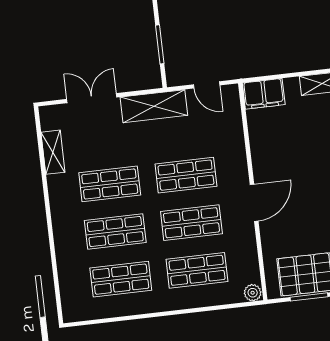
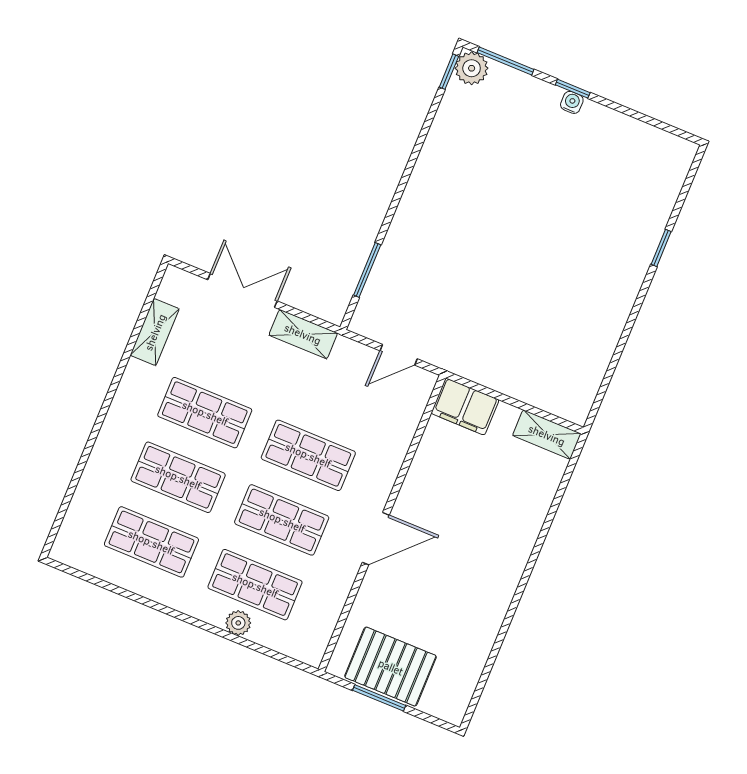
door: (207, 85) -> (399, 355), hinge flipped
shelving: (154, 106) -> (303, 334), width x0.67, depth x0.75
plant: (253, 293) -> (238, 623), moved

